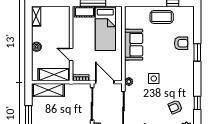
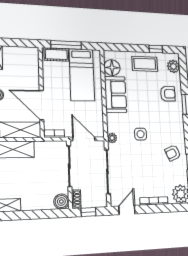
plant: (188, 18) -> (173, 66), added
floor lamp: (132, 21) -> (112, 68), added
door: (71, 54) -> (42, 105), width x1.88
armchair: (175, 107) -> (173, 153), moved

